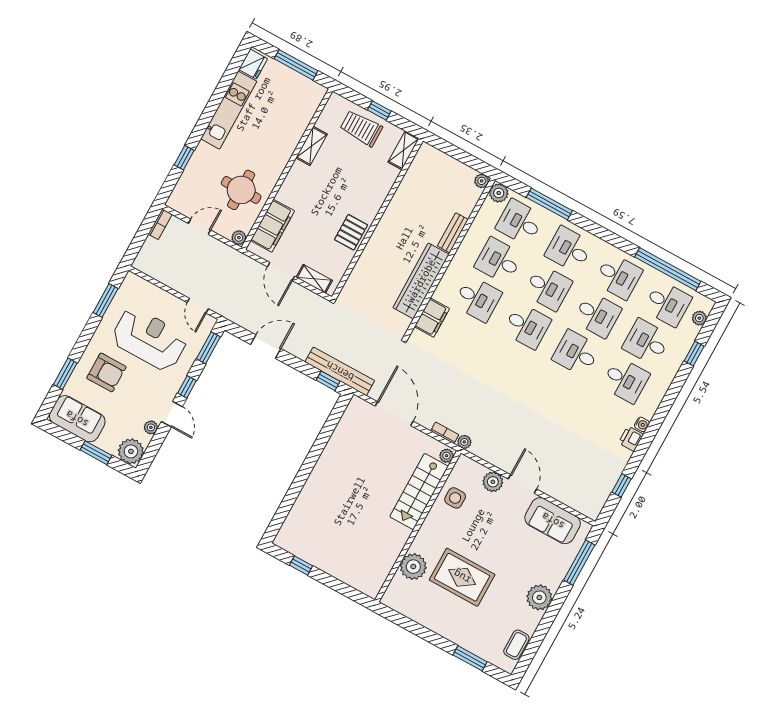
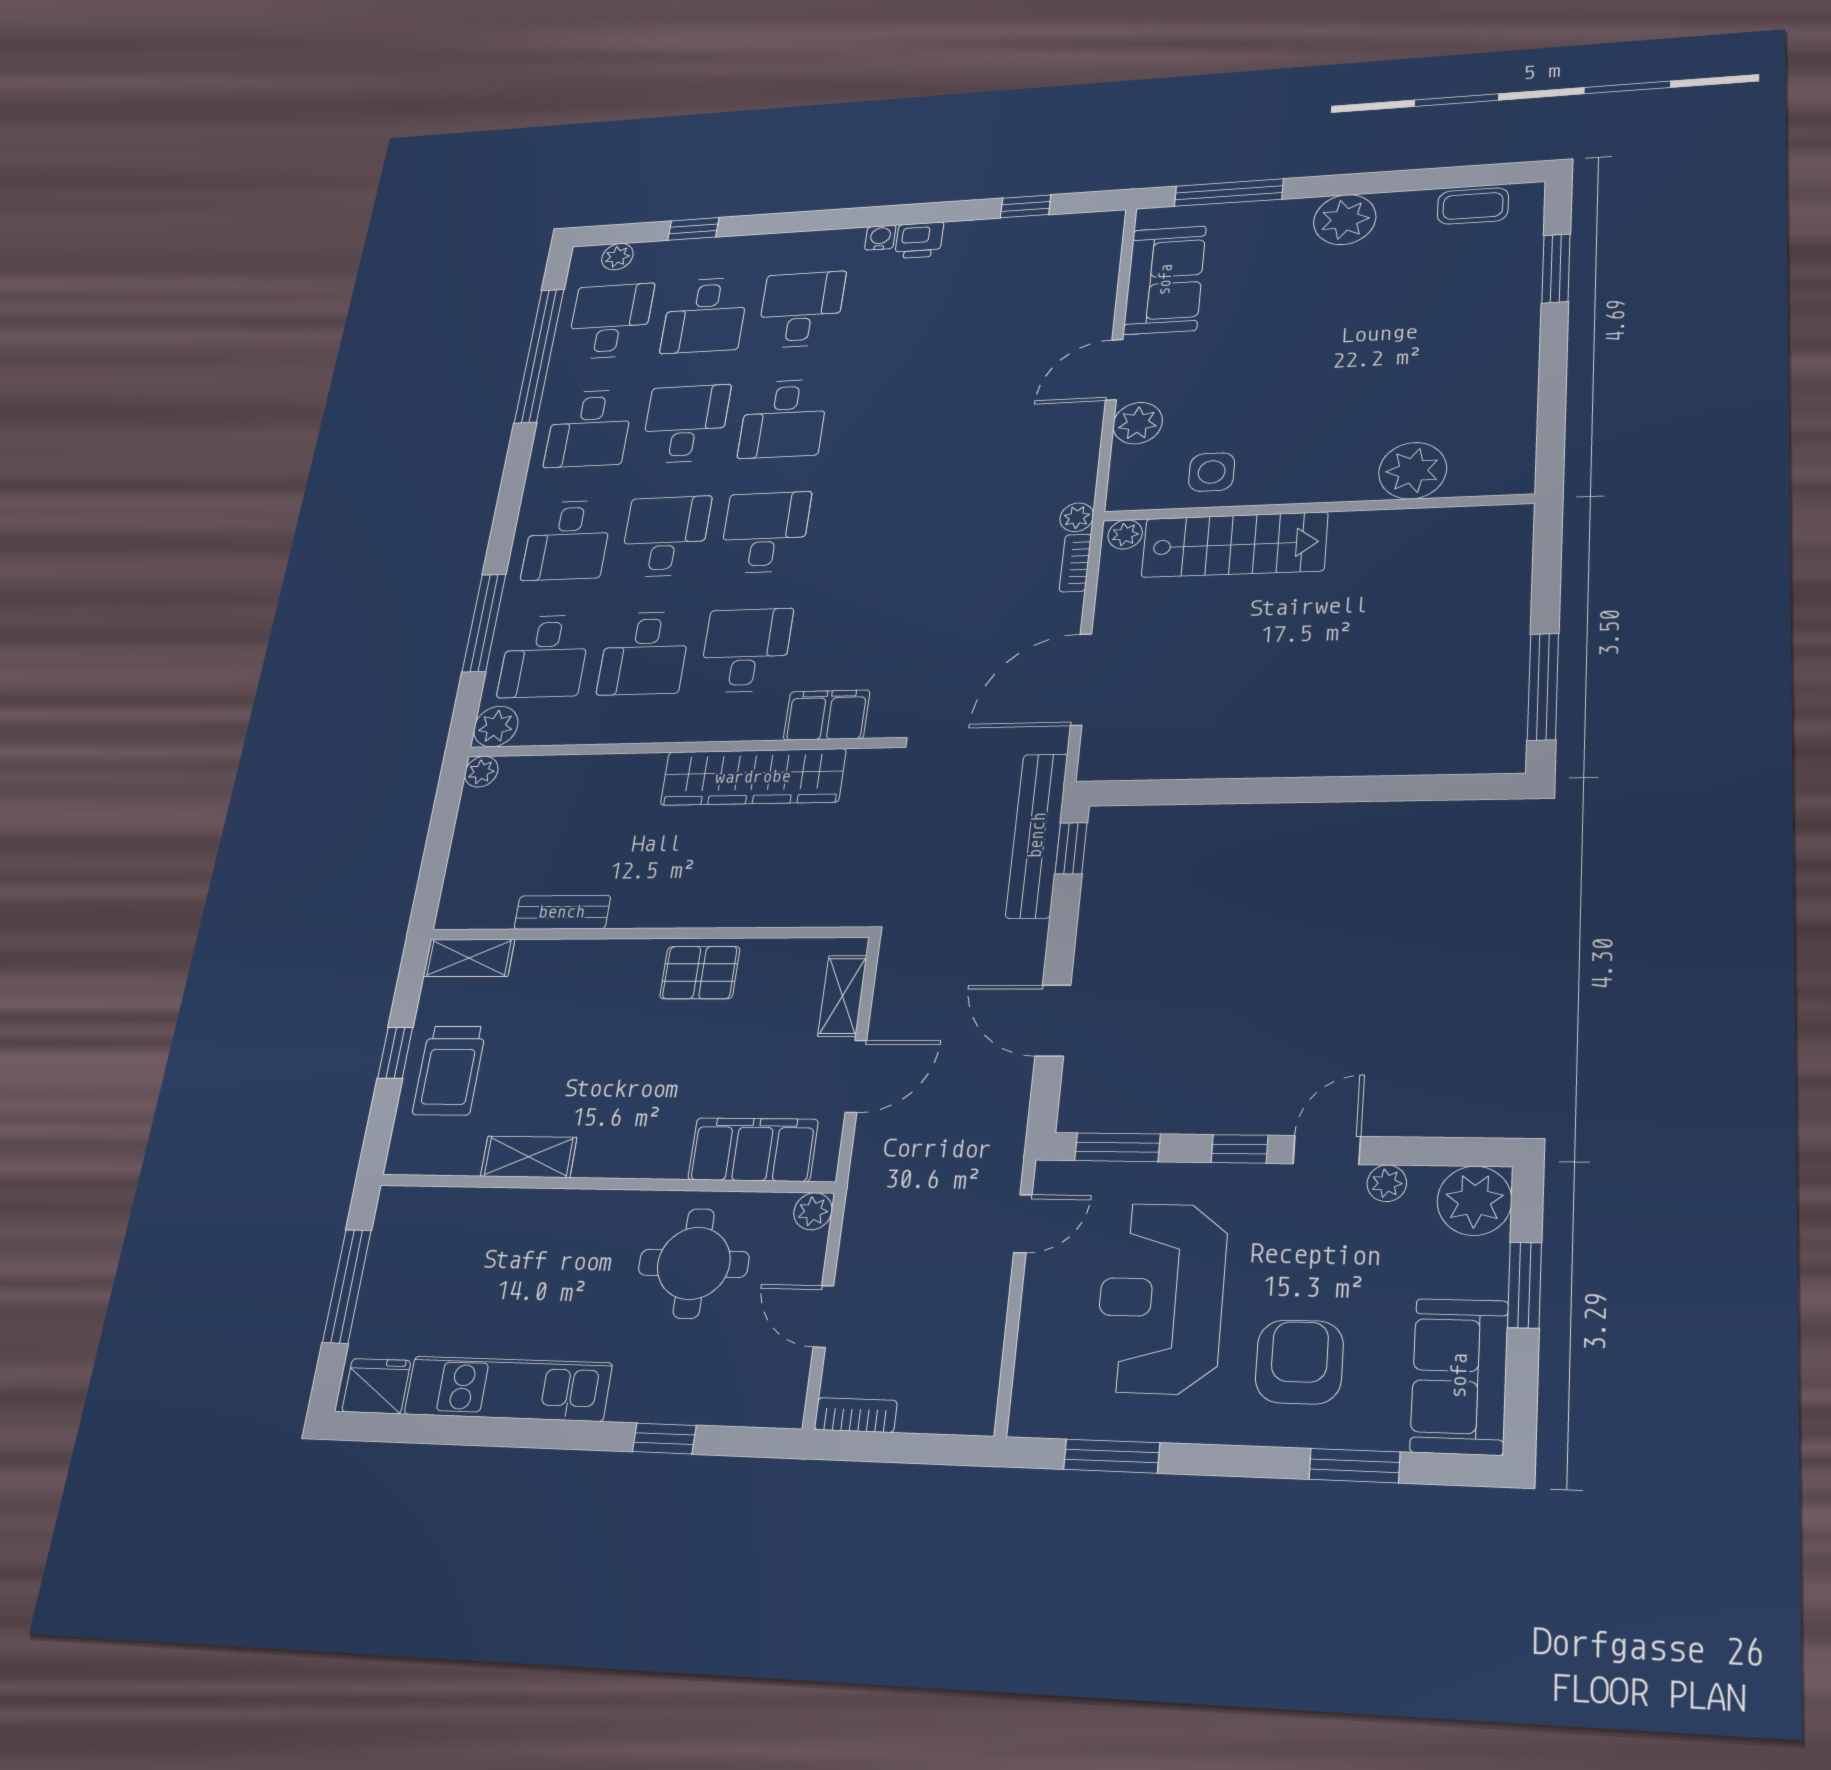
bench: (453, 233) -> (562, 912), moved
desk: (618, 276) -> (589, 429), turned 180
window: (301, 565) -> (1543, 687), width x2.17
rug: (462, 577) -> (1383, 372), removed

